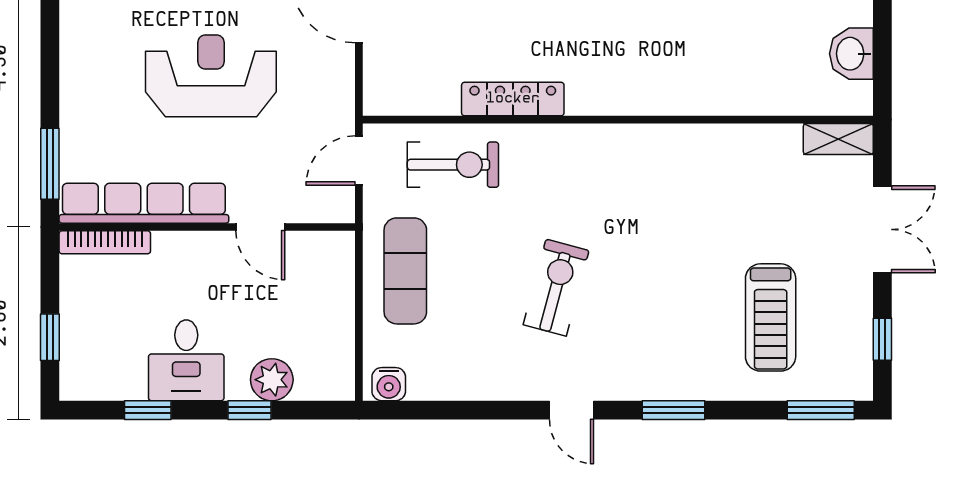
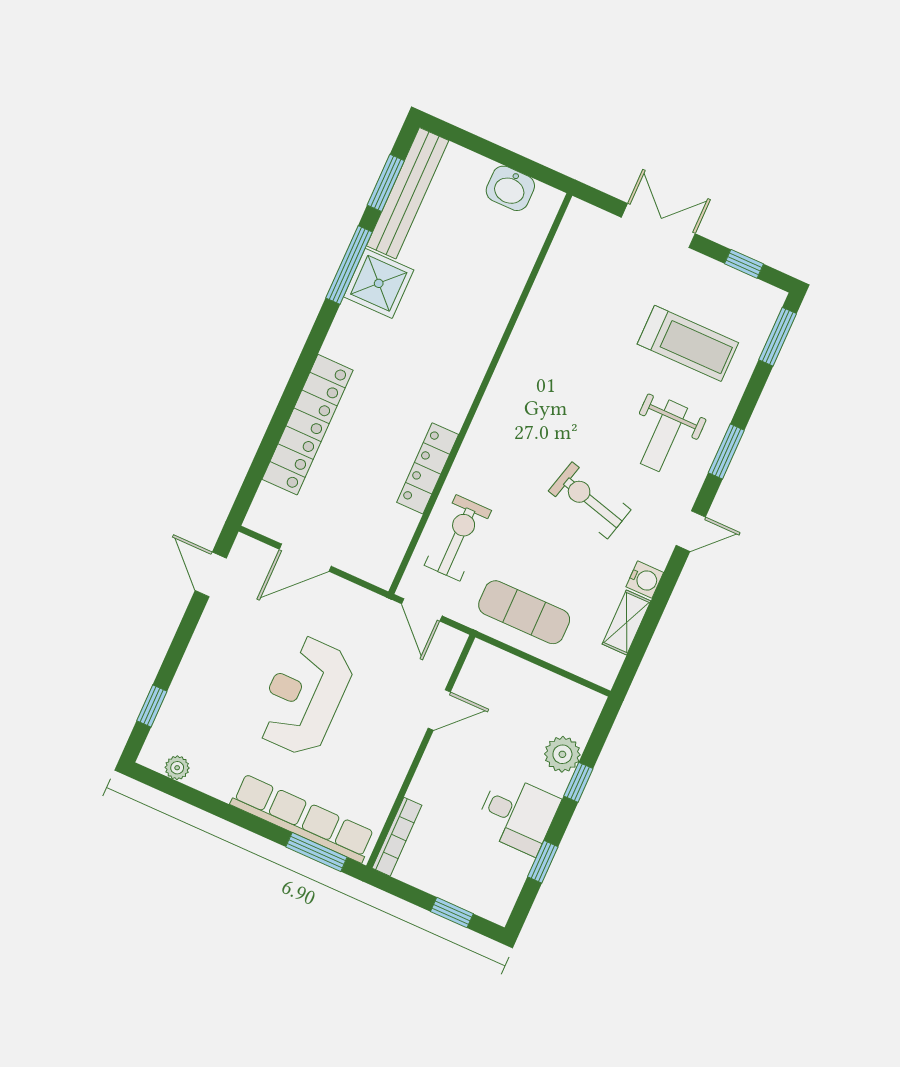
shelving: (838, 139) -> (627, 622), moved
row of seats: (144, 203) -> (303, 818), moved, turned 90
weight bench: (661, 336) -> (664, 436), added
water cooler: (389, 384) -> (645, 580), moved

